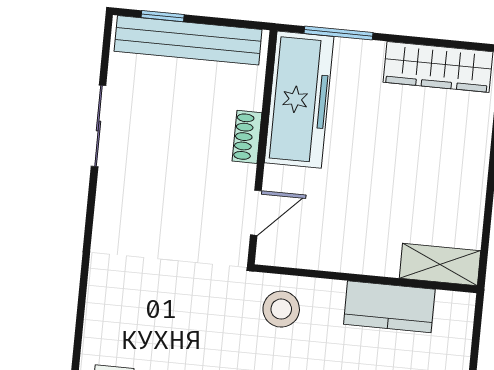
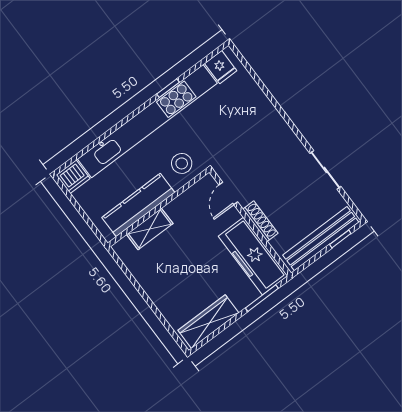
shoe rack: (247, 137) -> (260, 221), width x1.43
shelving: (440, 265) -> (150, 229), moved
kitchen counter: (389, 307) -> (138, 205), width x1.50

